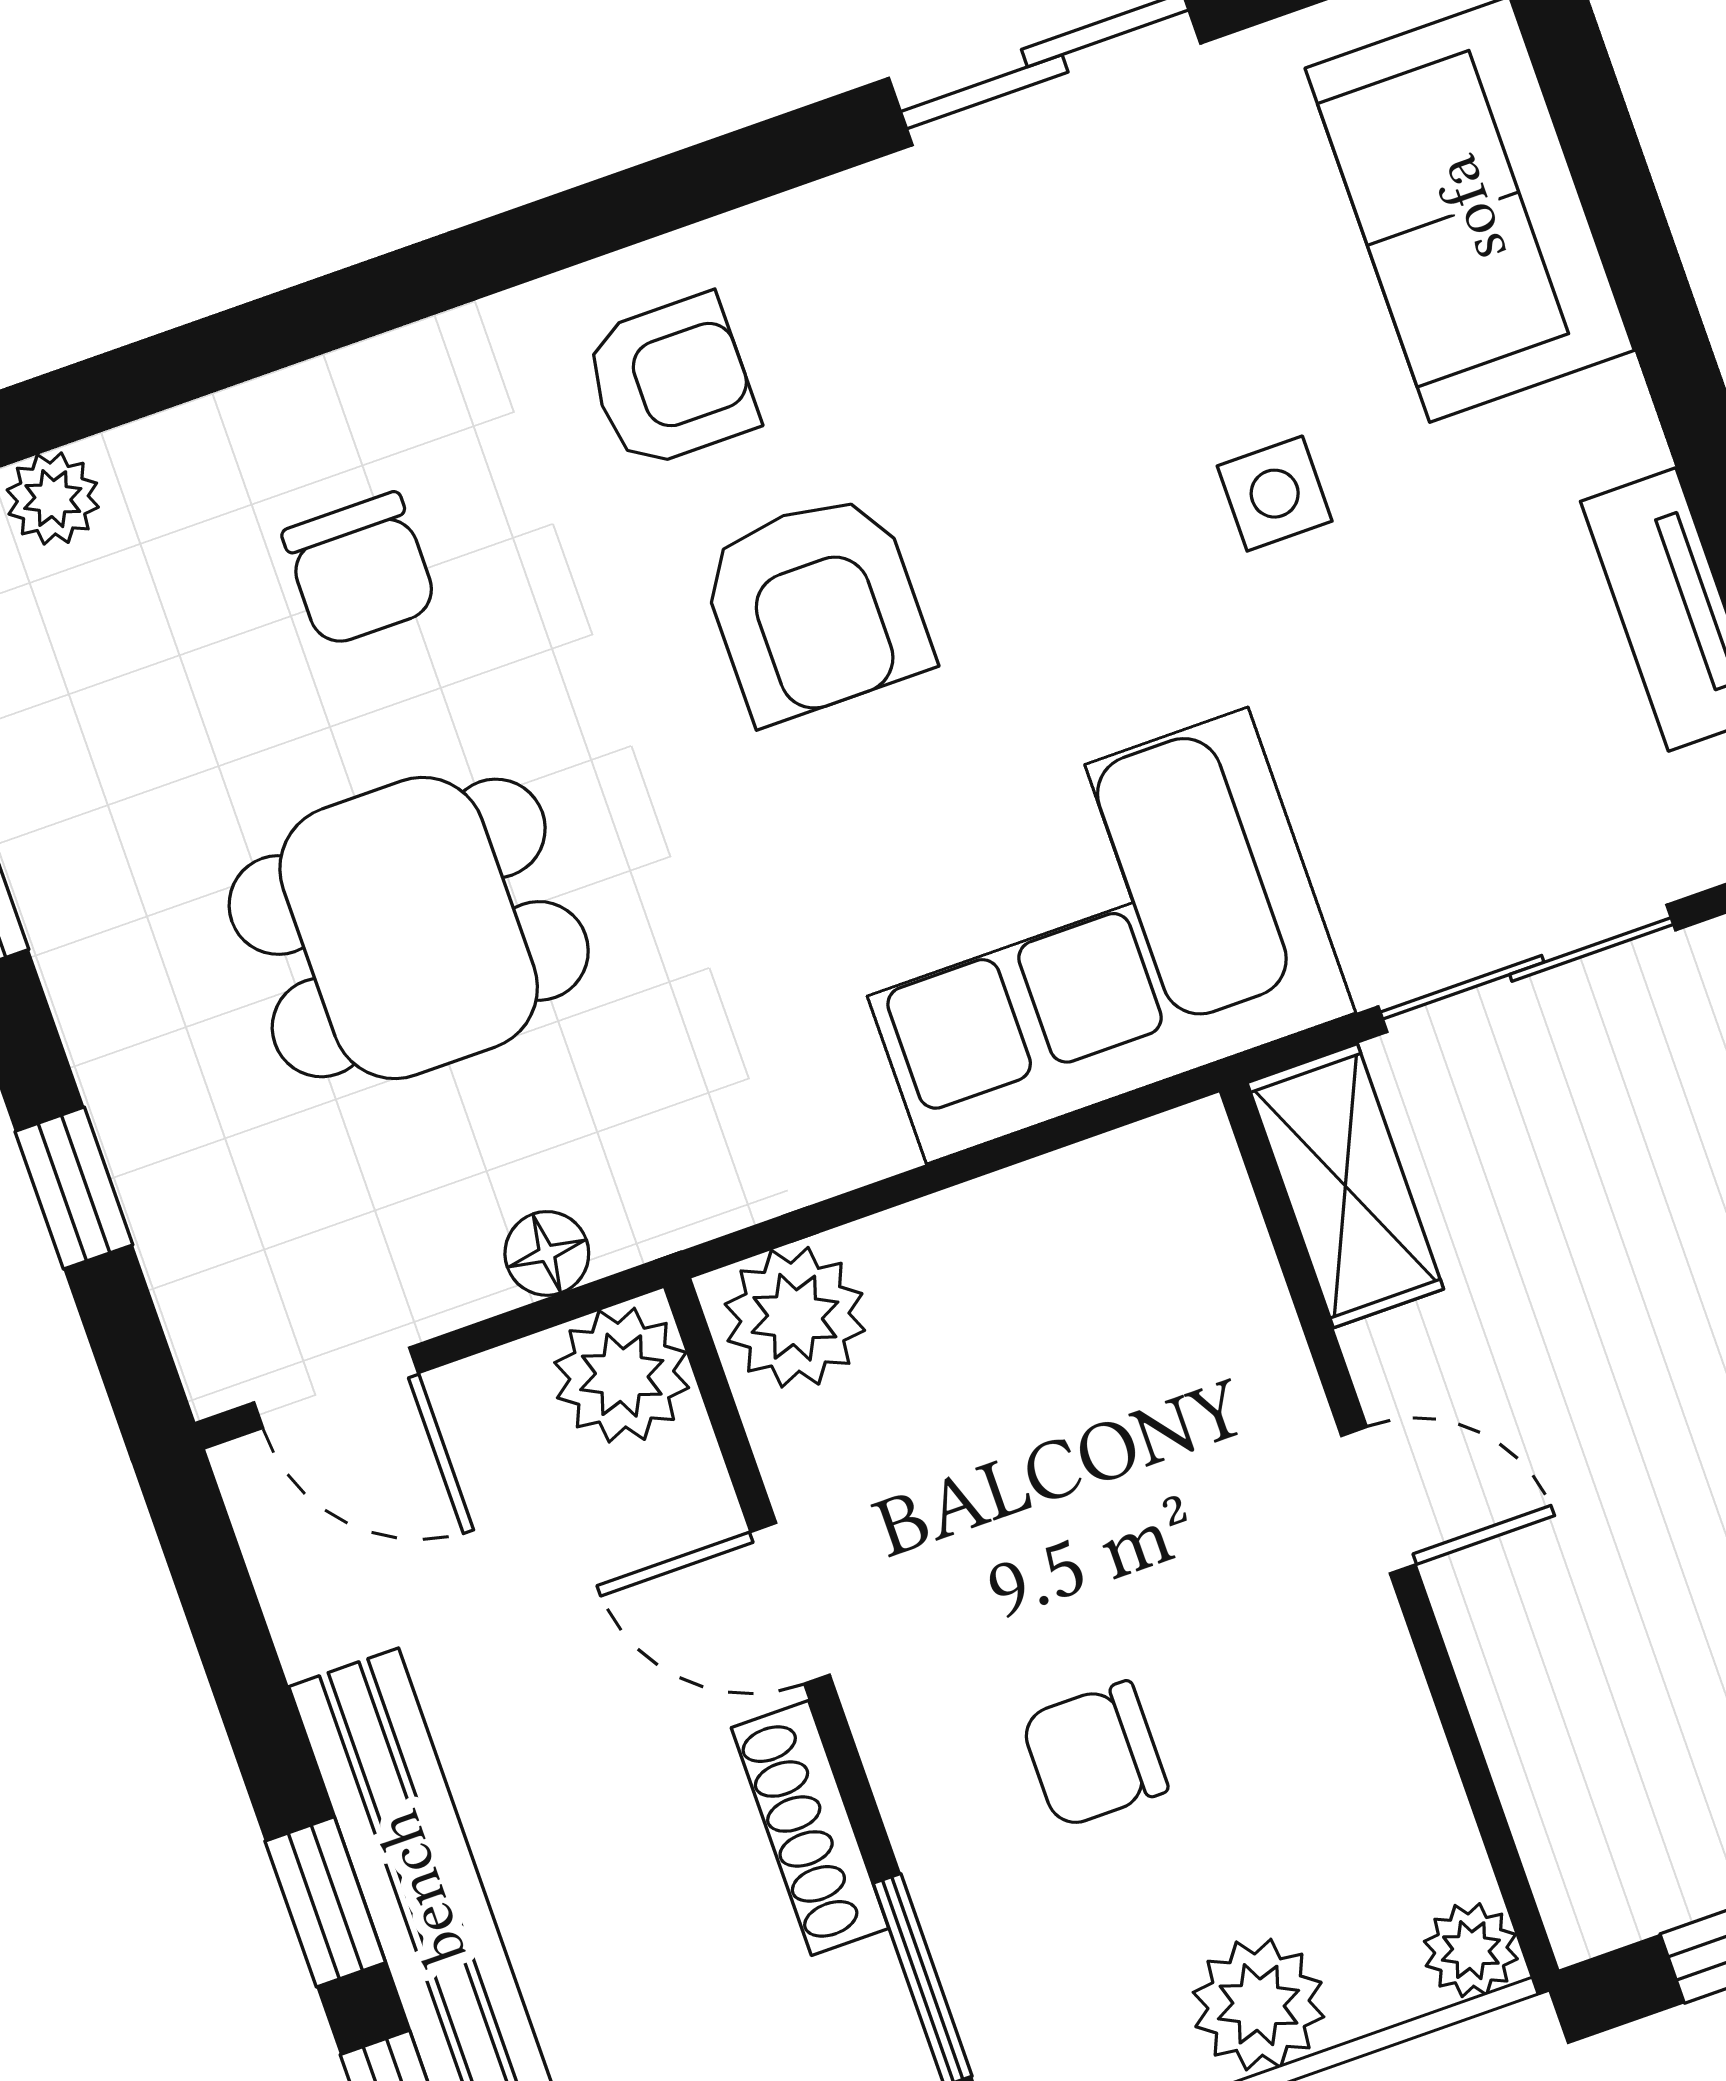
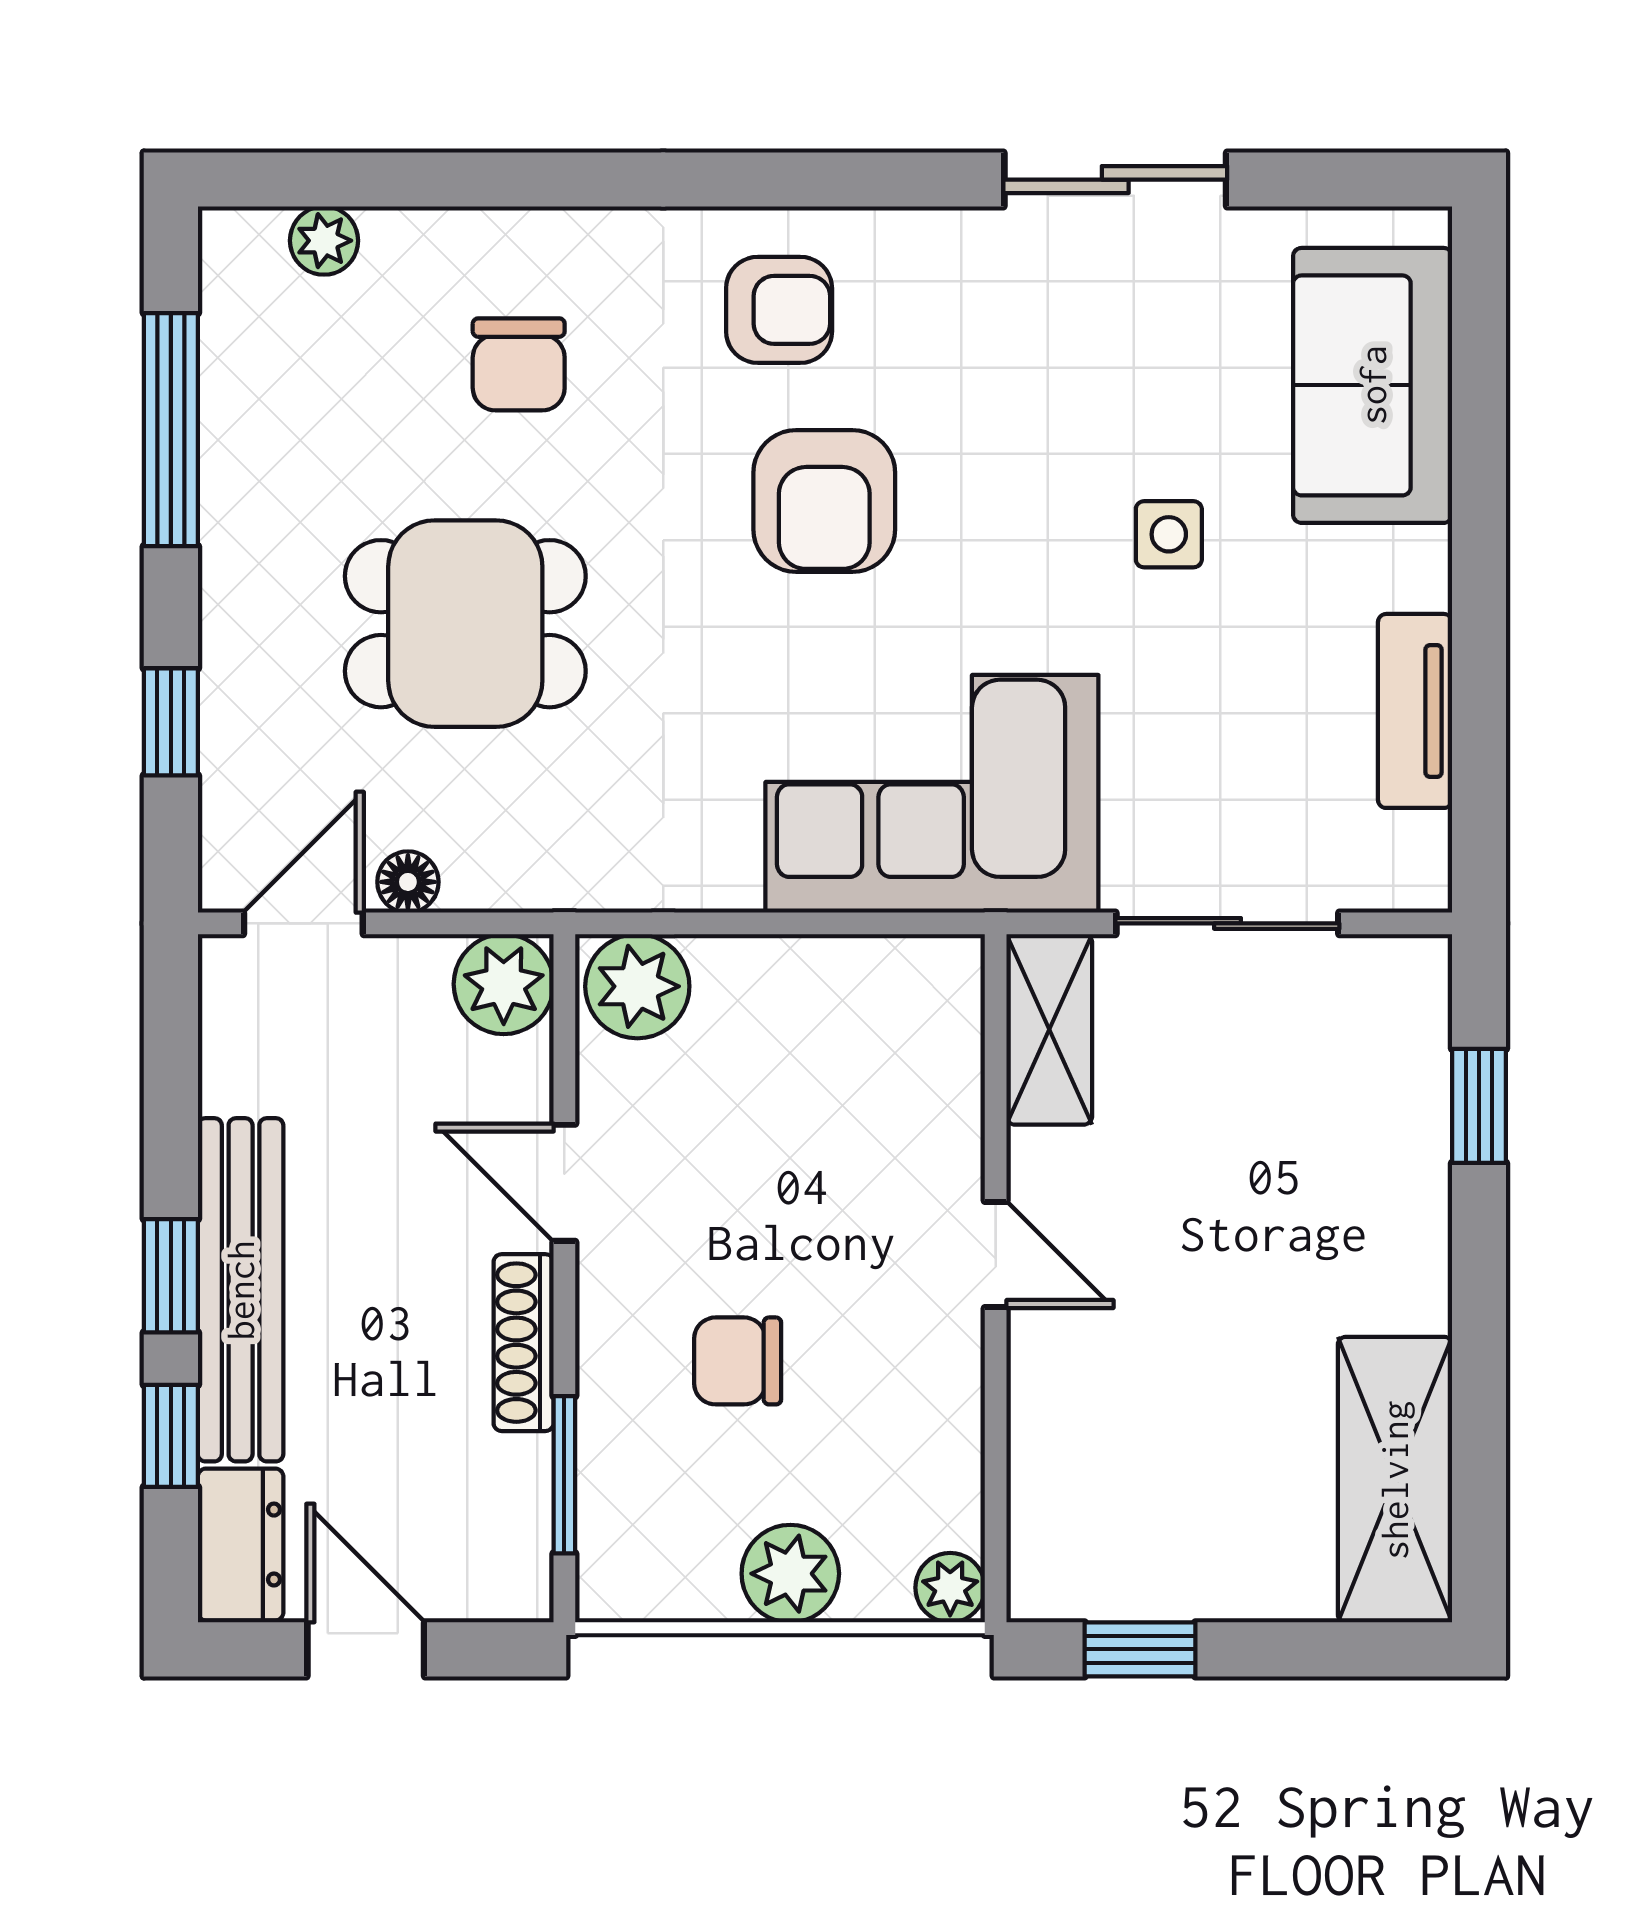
floor lamp: (547, 1253) -> (408, 882), moved
door: (336, 1388) -> (303, 923), swing flipped

